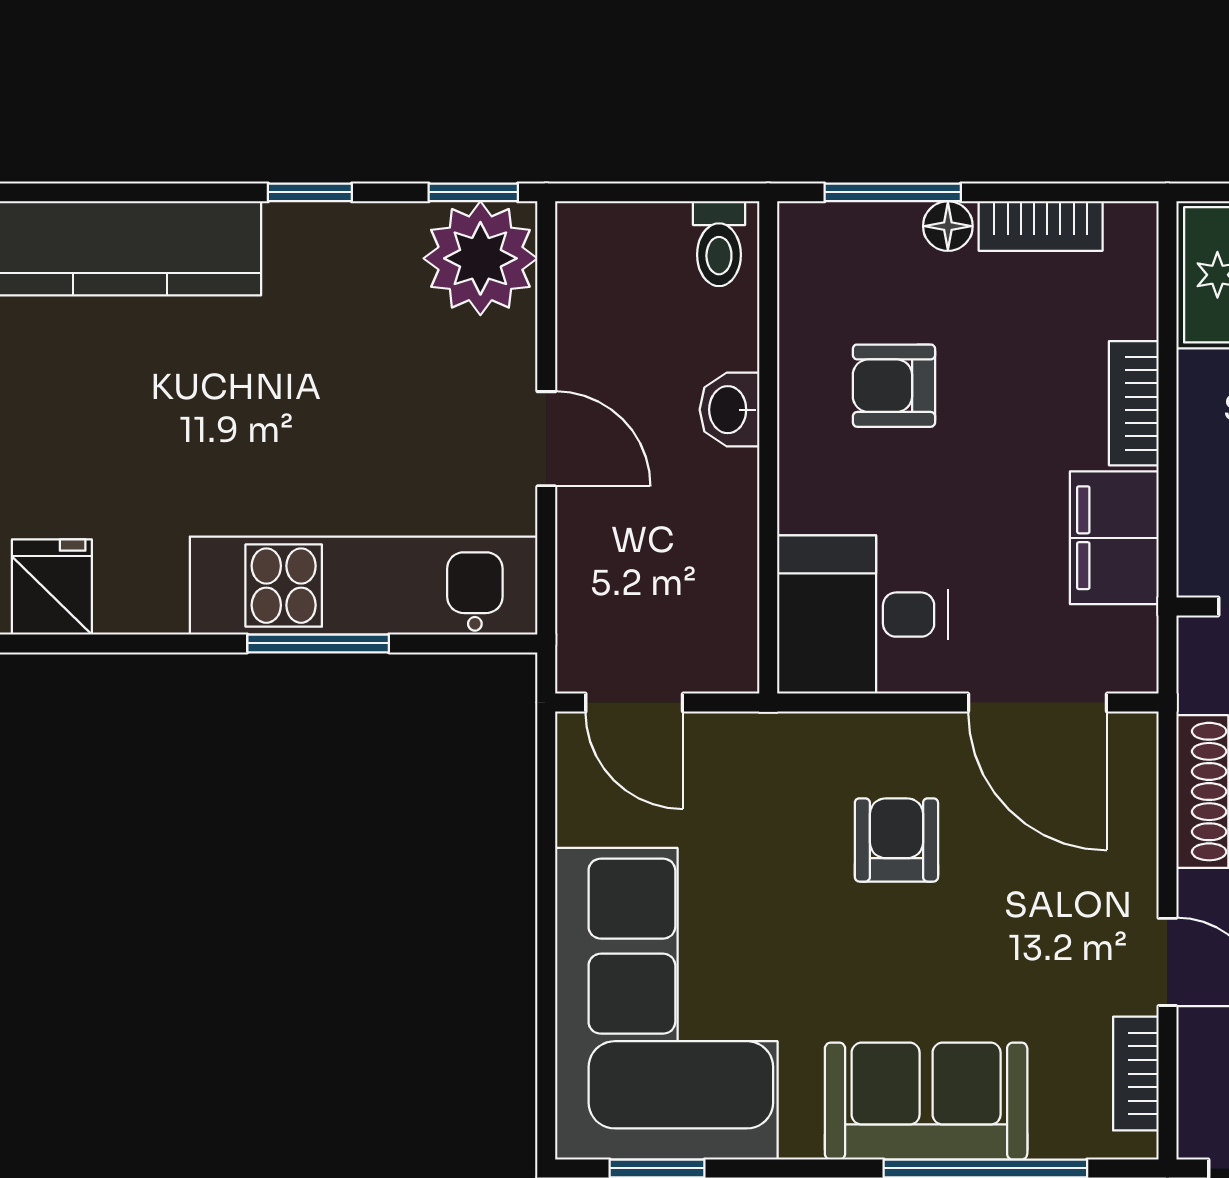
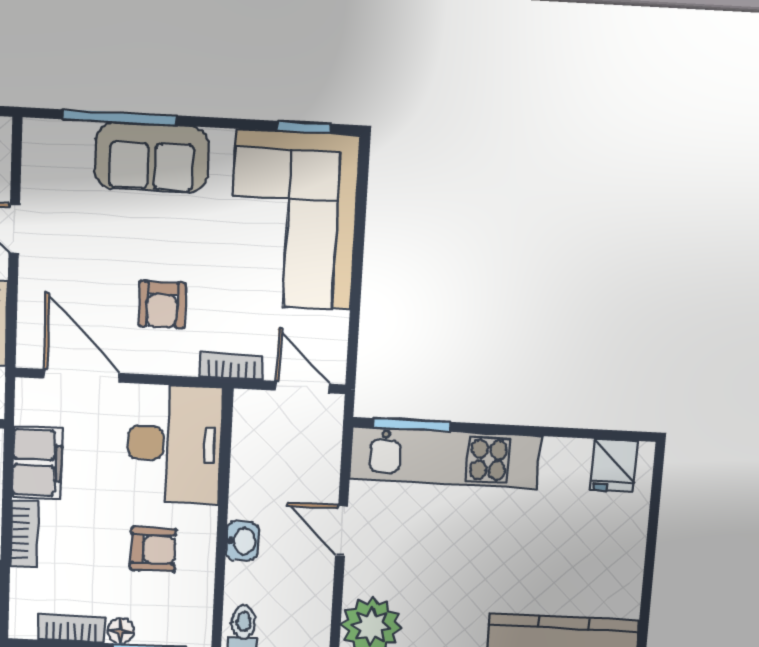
desk: (862, 615) -> (175, 444), width x1.37
window: (318, 643) -> (412, 425), moved
bookcase: (1136, 1074) -> (231, 366), moved, turned -90

